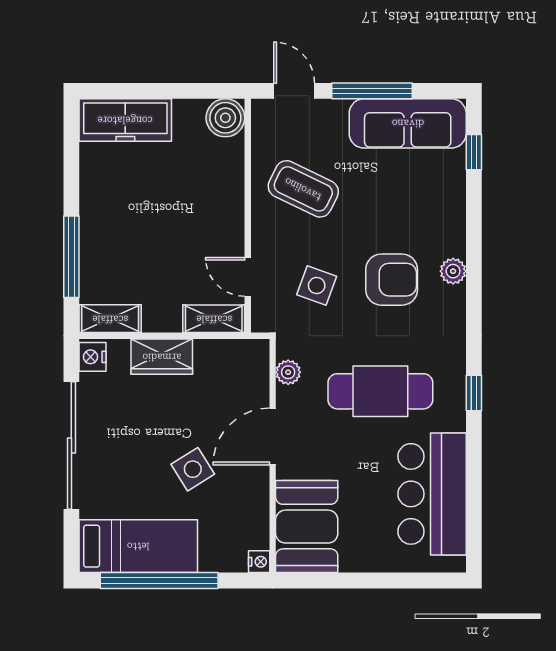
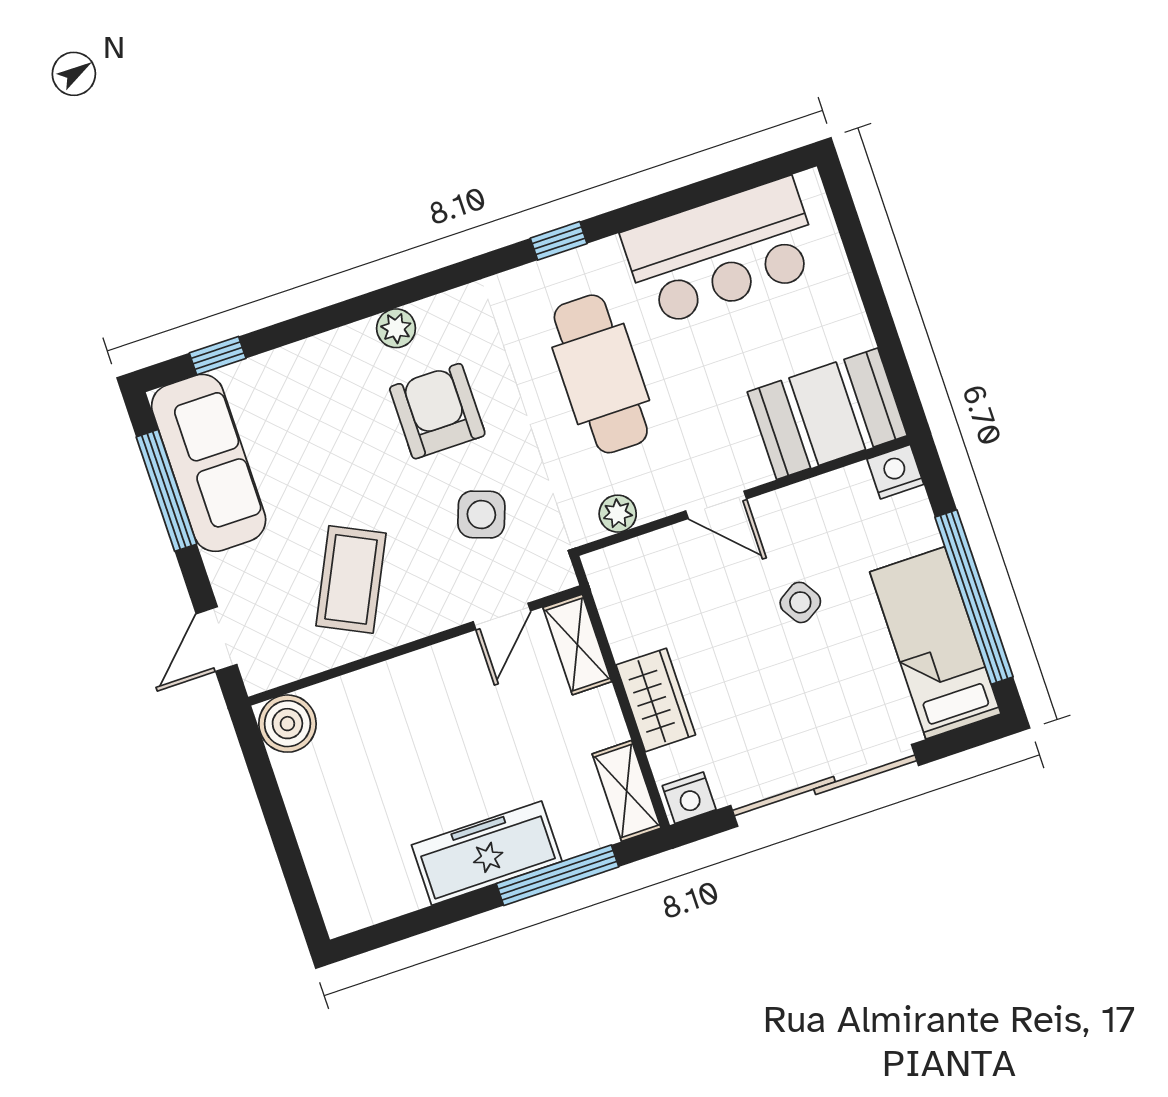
window: (372, 91) -> (166, 490), moved
freezer: (125, 120) -> (487, 853), moved, turned -90
door: (273, 437) -> (716, 505), width x0.73
side table: (193, 469) -> (800, 602), width x0.73, depth x0.73
nightstand: (259, 562) -> (895, 472), width x1.39, depth x1.35

